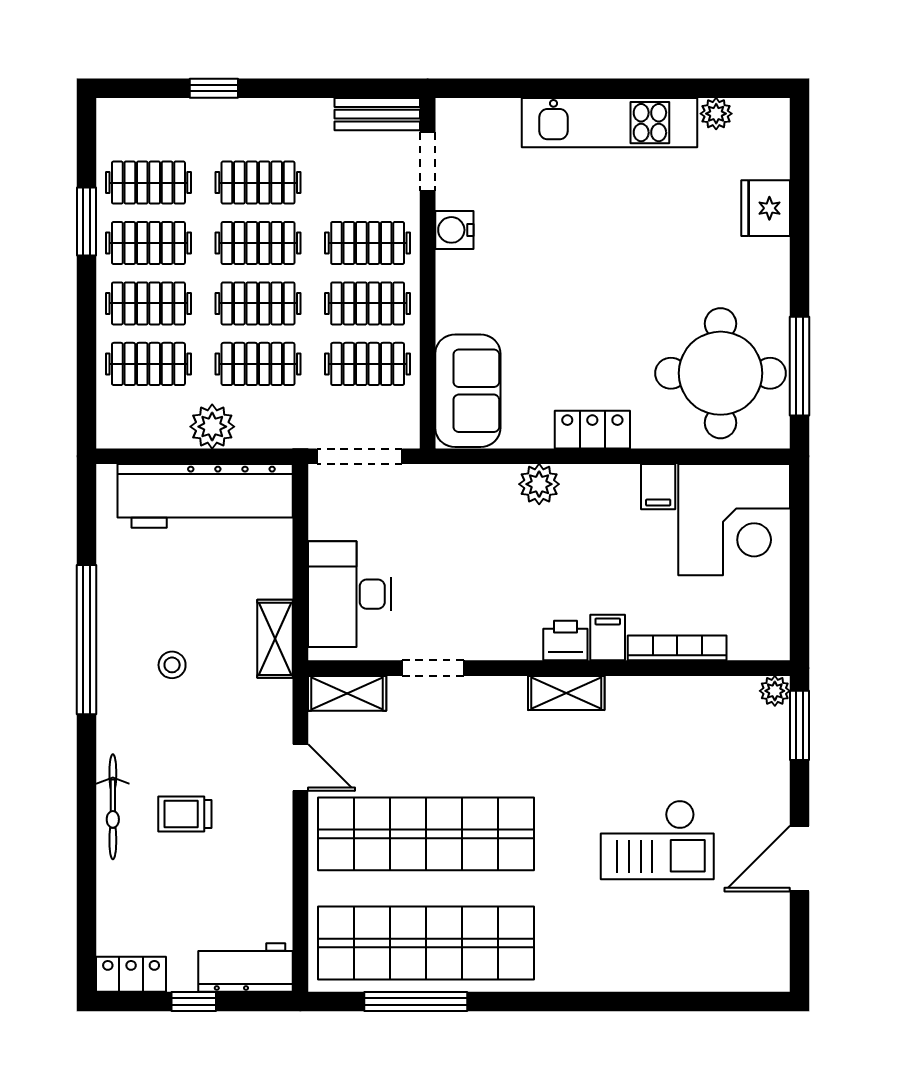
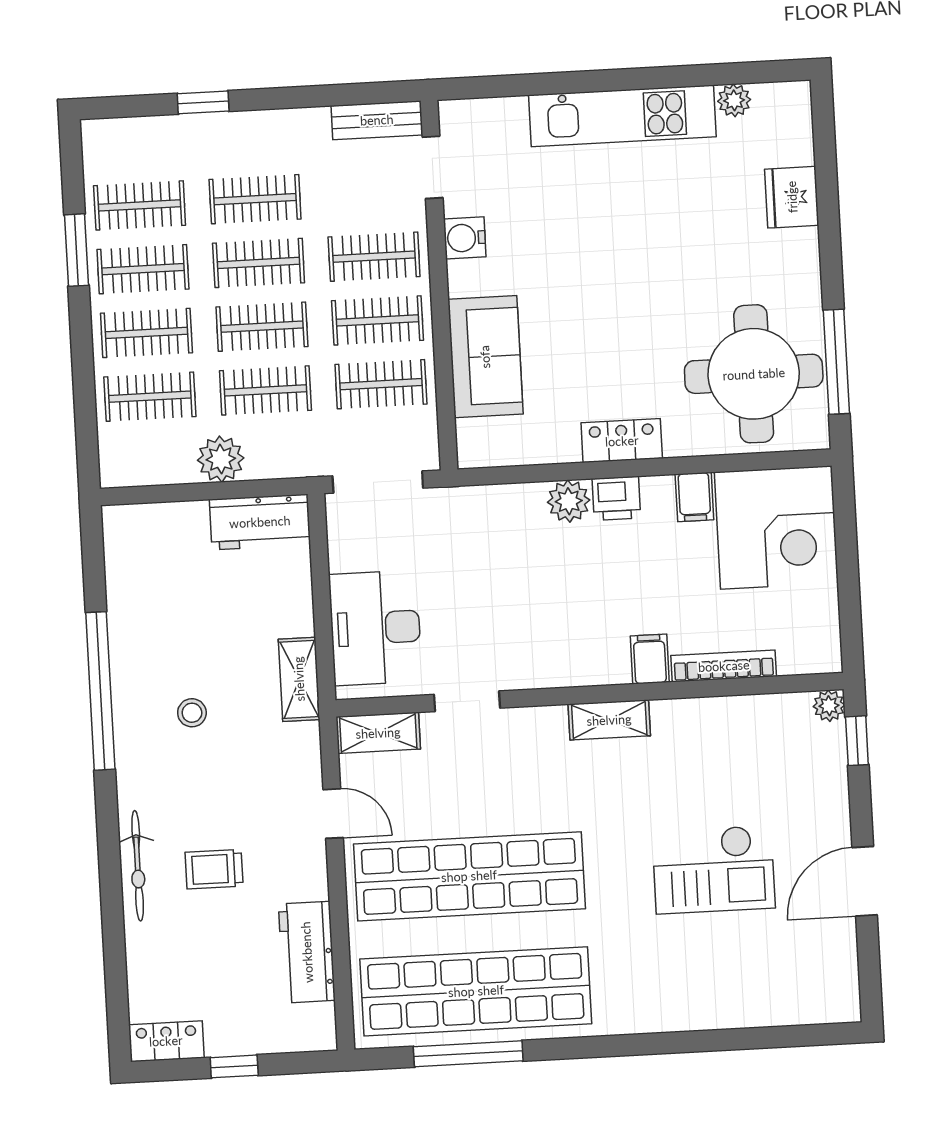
sofa: (468, 391) -> (485, 357), moved
workbench: (205, 496) -> (260, 522), width x0.53, depth x0.76
printer: (565, 641) -> (616, 498), moved, turned 180
window: (799, 725) -> (857, 741), width x0.67
workbench: (246, 968) -> (307, 952), moved, turned -90

